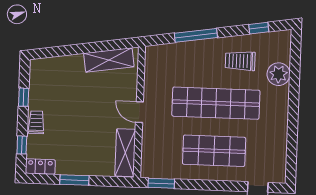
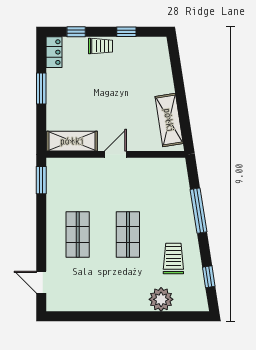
shop shelf: (216, 103) -> (128, 235), width x0.50, depth x0.74
shop shelf: (214, 151) -> (78, 235), width x0.70, depth x0.74

